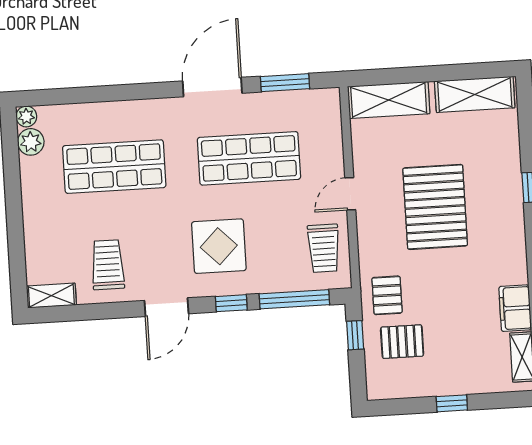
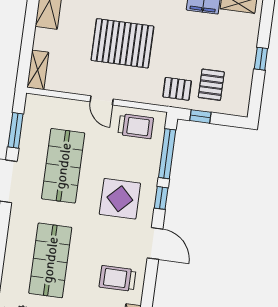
shelving: (389, 100) -> (38, 70), width x0.67, depth x0.75

